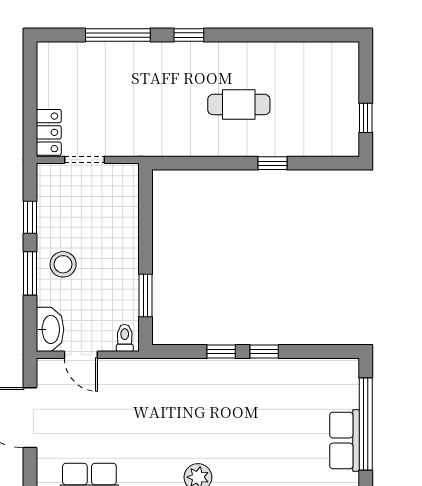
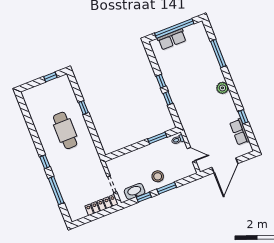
cafe table: (239, 105) -> (65, 130), width x1.37, depth x1.35
locker: (49, 132) -> (101, 205), width x1.53
washbasin: (50, 329) -> (135, 191), moved
door: (81, 355) -> (191, 155), hinge flipped
row of seats: (345, 441) -> (172, 39), moved

